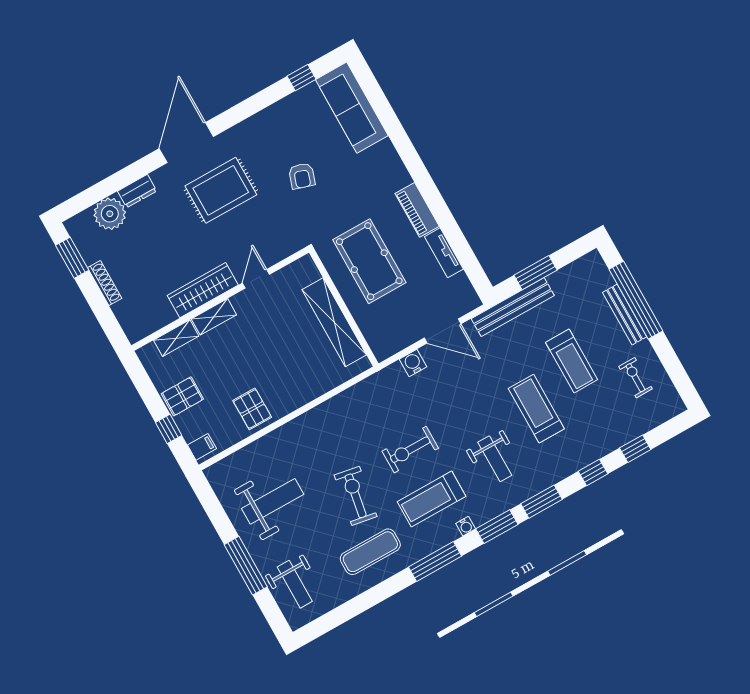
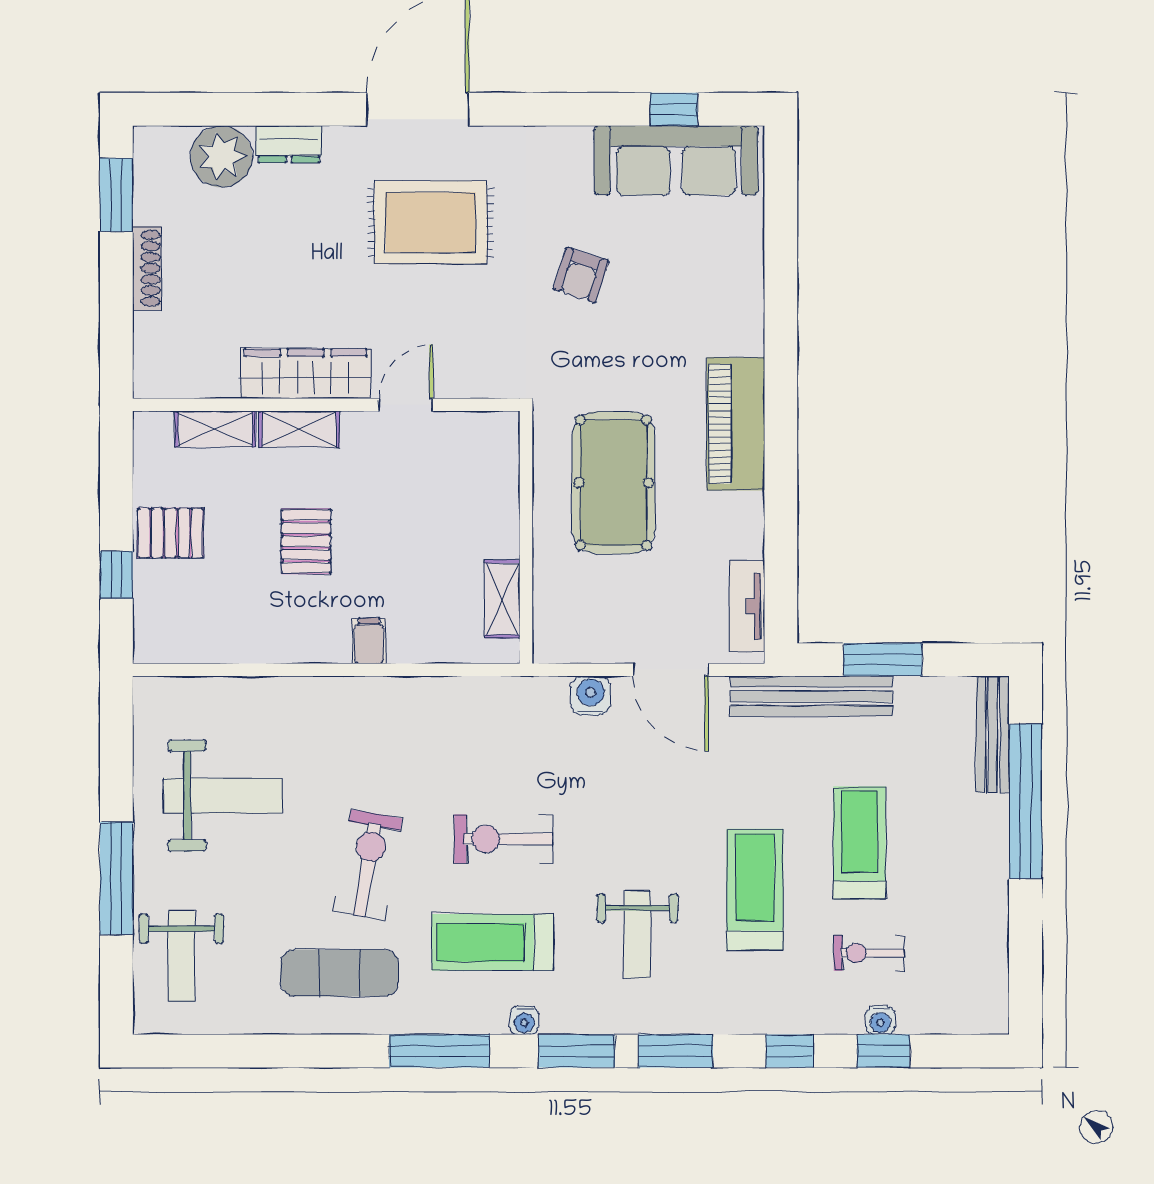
sofa: (352, 108) -> (676, 160), moved, turned -90
piano: (417, 210) -> (736, 424), width x1.37, depth x1.33
tv unit: (444, 253) -> (747, 606), moved
bench: (625, 315) -> (993, 734), moved
shelving: (334, 322) -> (502, 599), width x0.45, depth x0.75
treadmill: (572, 361) -> (859, 843), turned 180
exercise bike: (635, 378) -> (869, 953), moved, turned -90
pallet: (252, 409) -> (306, 541), moved
water cooler: (626, 436) -> (880, 1020), added
filing cabinet: (202, 447) -> (369, 641), moved, turned -90

